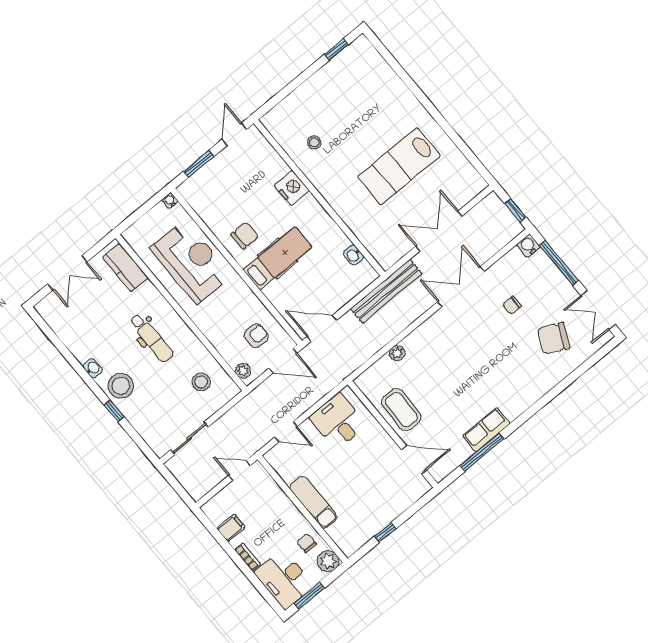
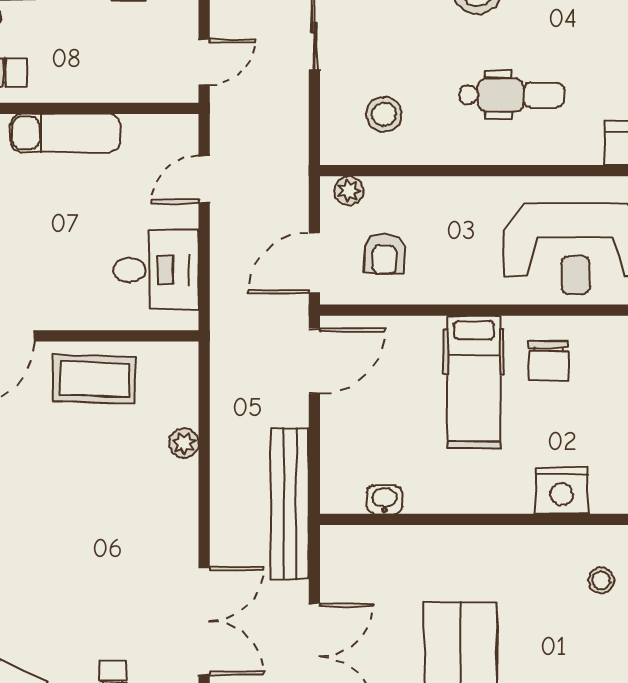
dental chair: (151, 338) -> (511, 95), turned 180

